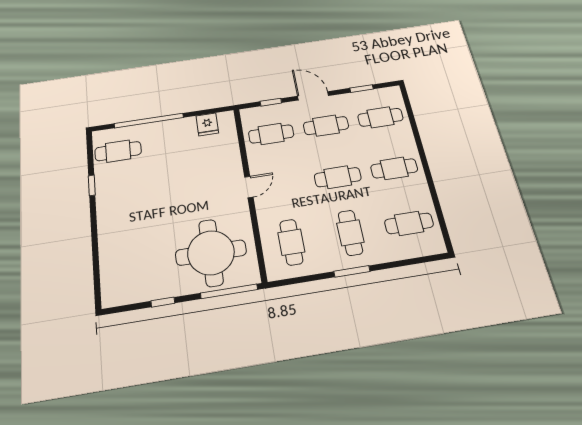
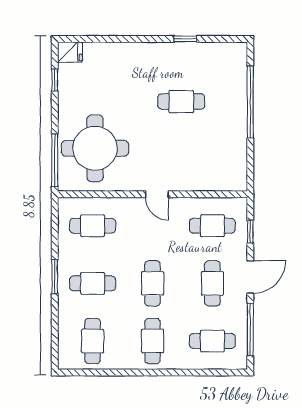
window: (362, 89) -> (250, 329), width x2.17
cafe table: (380, 117) -> (212, 341), turned 90
fridge: (207, 124) -> (70, 52), moved, turned 180
cafe table: (271, 134) -> (212, 226), turned 90
cafe table: (118, 151) -> (181, 102), moved, turned 90
window: (163, 302) -> (55, 80), moved

